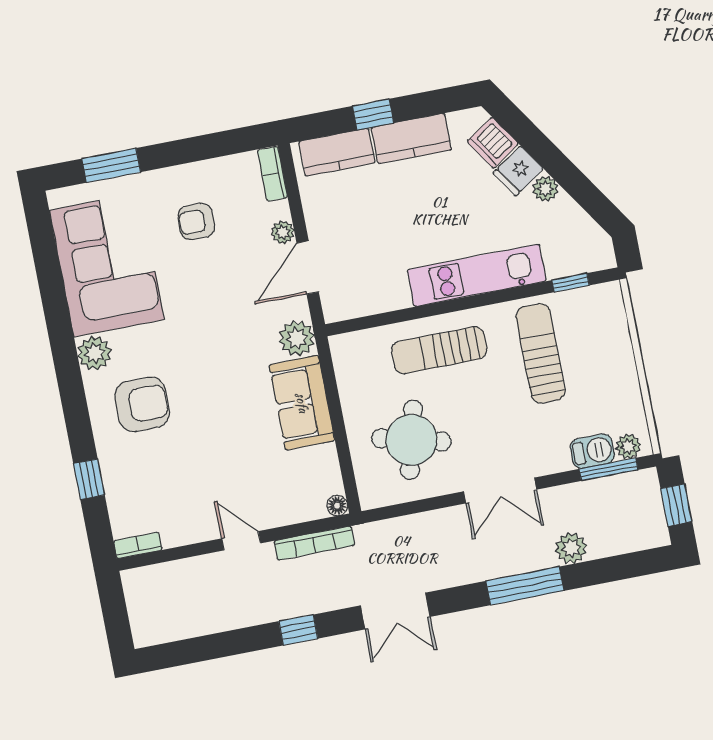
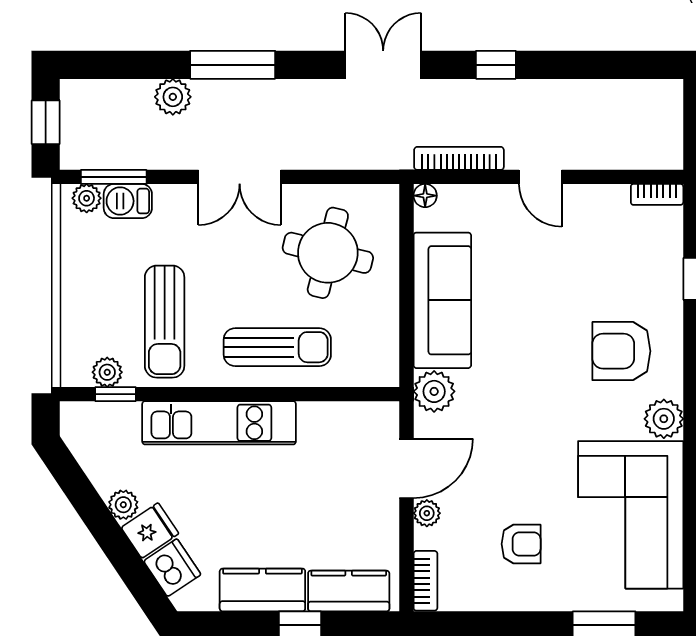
plant: (581, 300) -> (107, 372), added
sofa: (302, 403) -> (442, 300), width x1.36
double door: (500, 490) -> (240, 177), swing flipped

